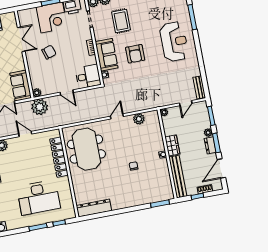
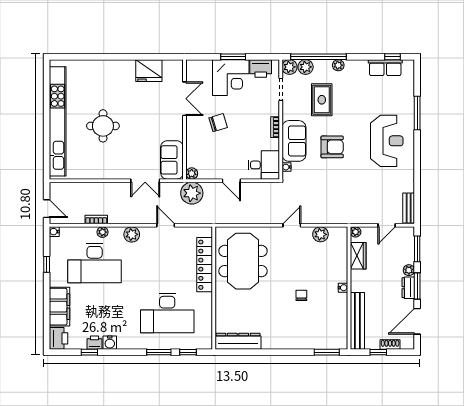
armchair: (135, 54) -> (332, 147), turned -90
wardrobe: (172, 145) -> (358, 256), moved

